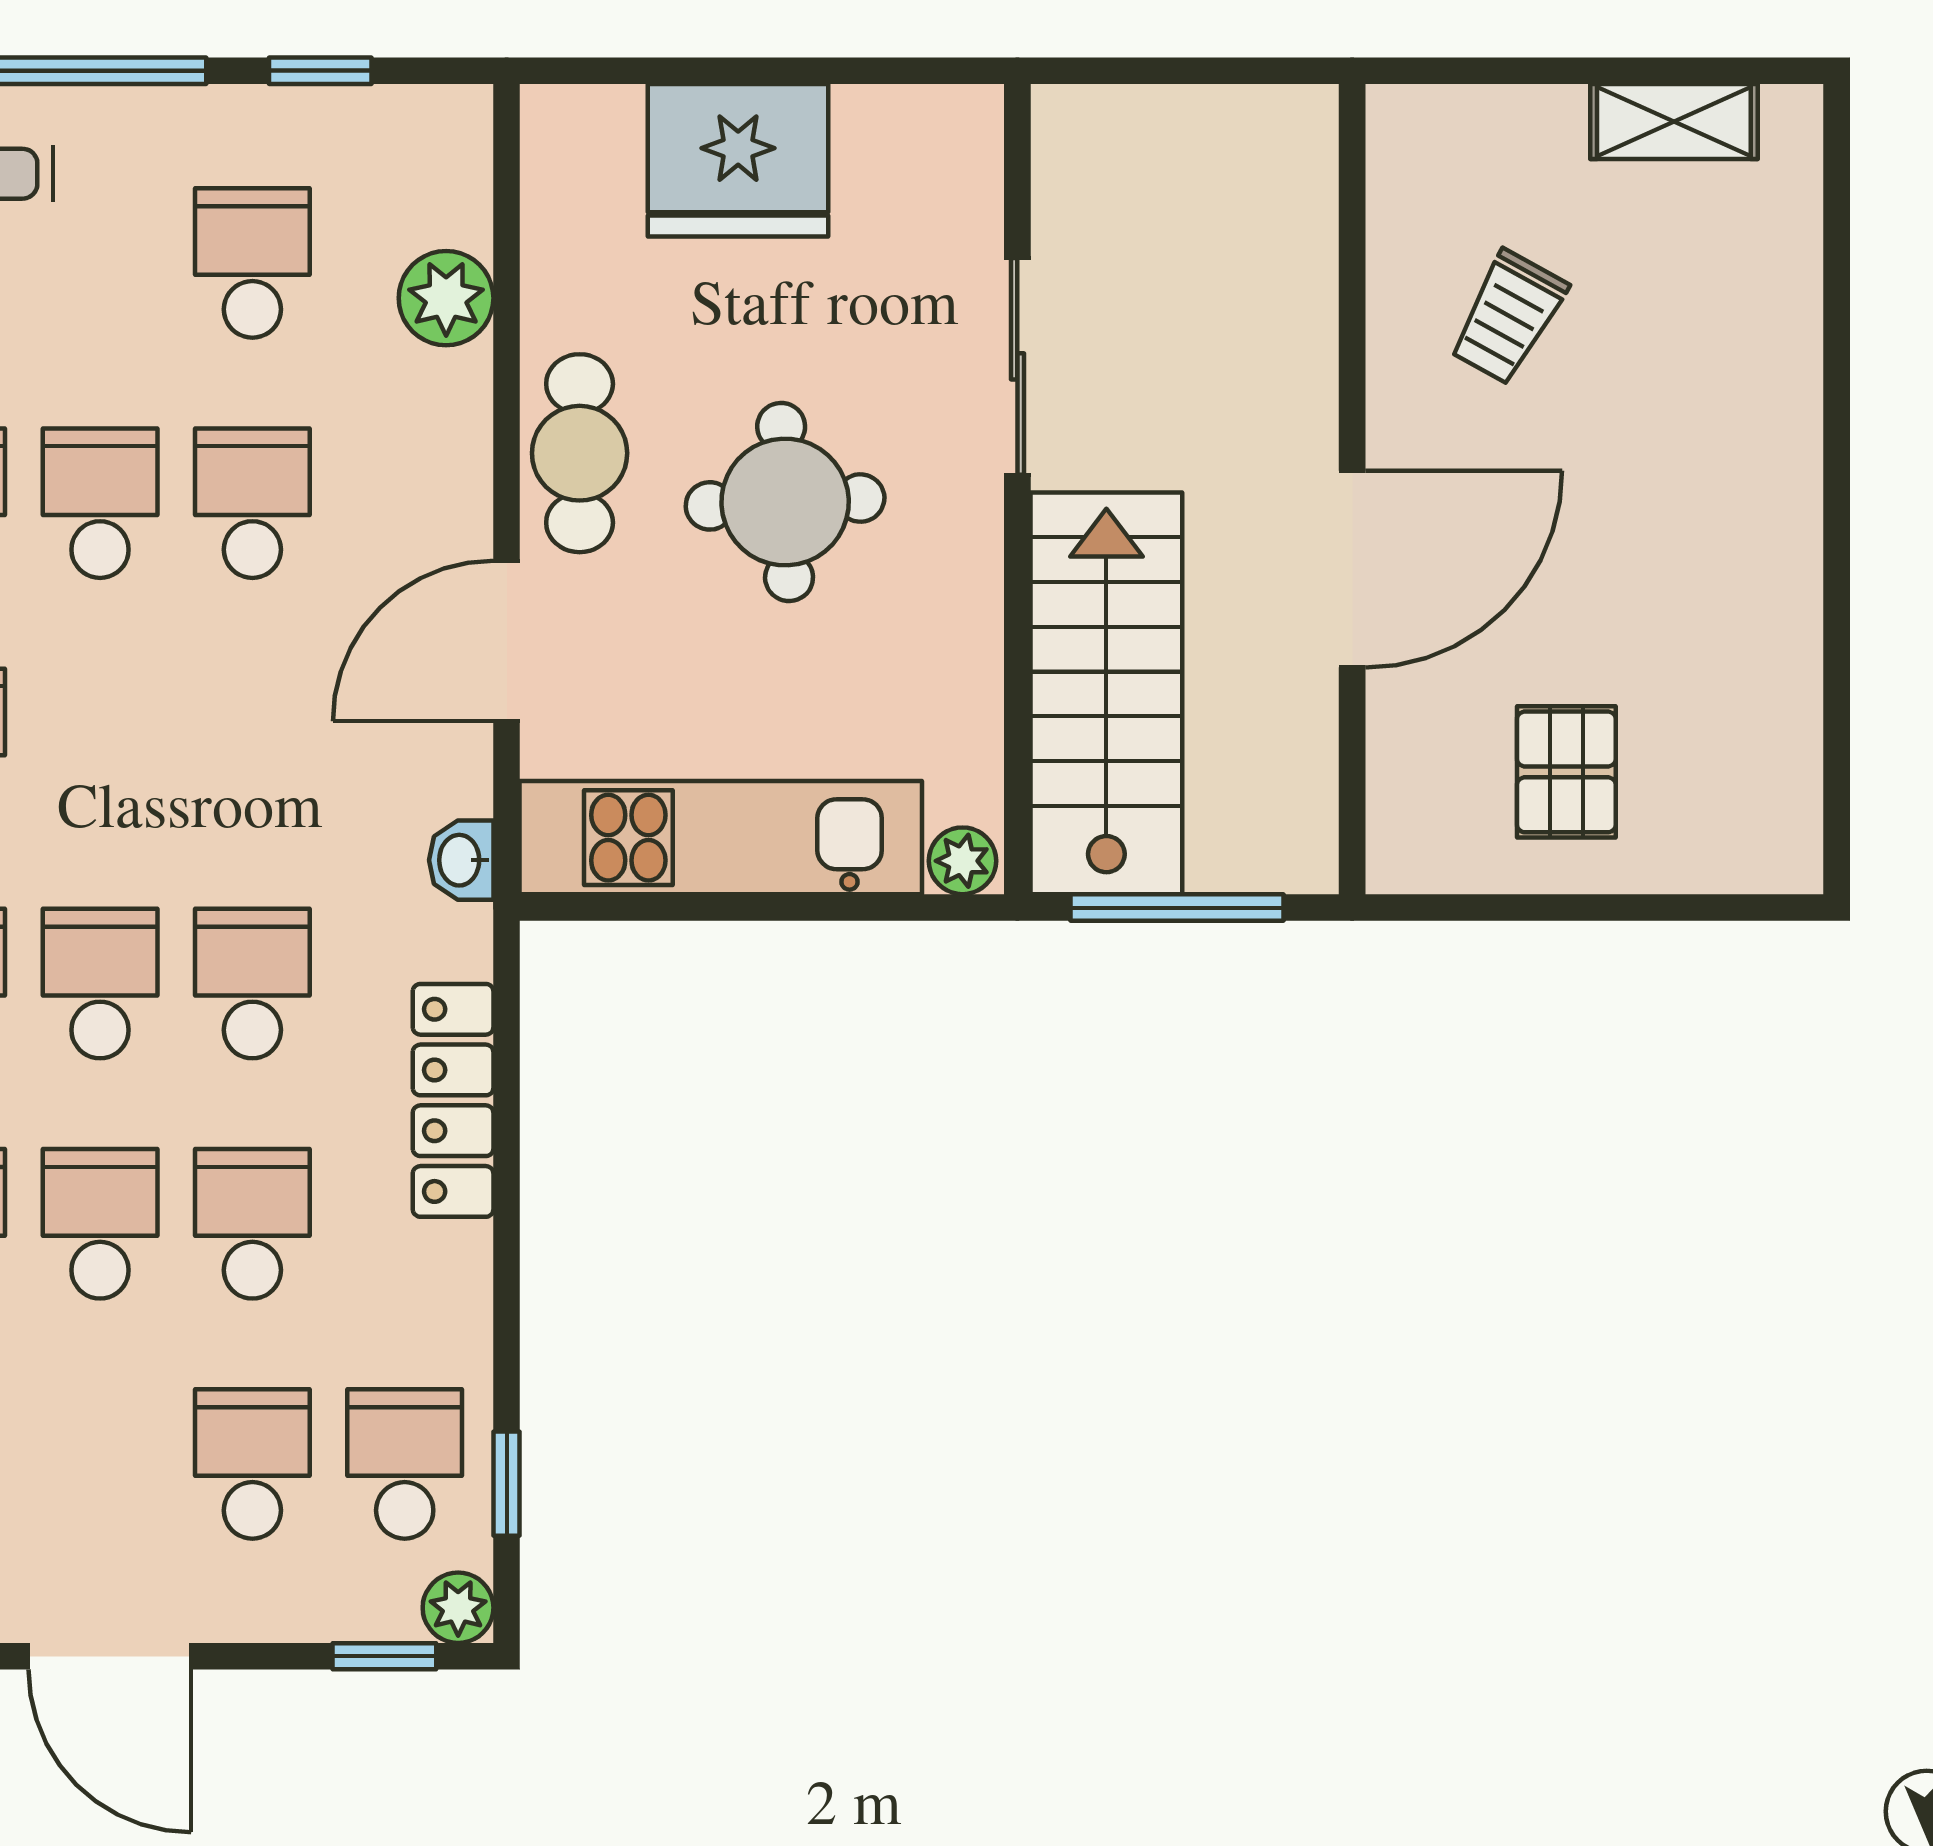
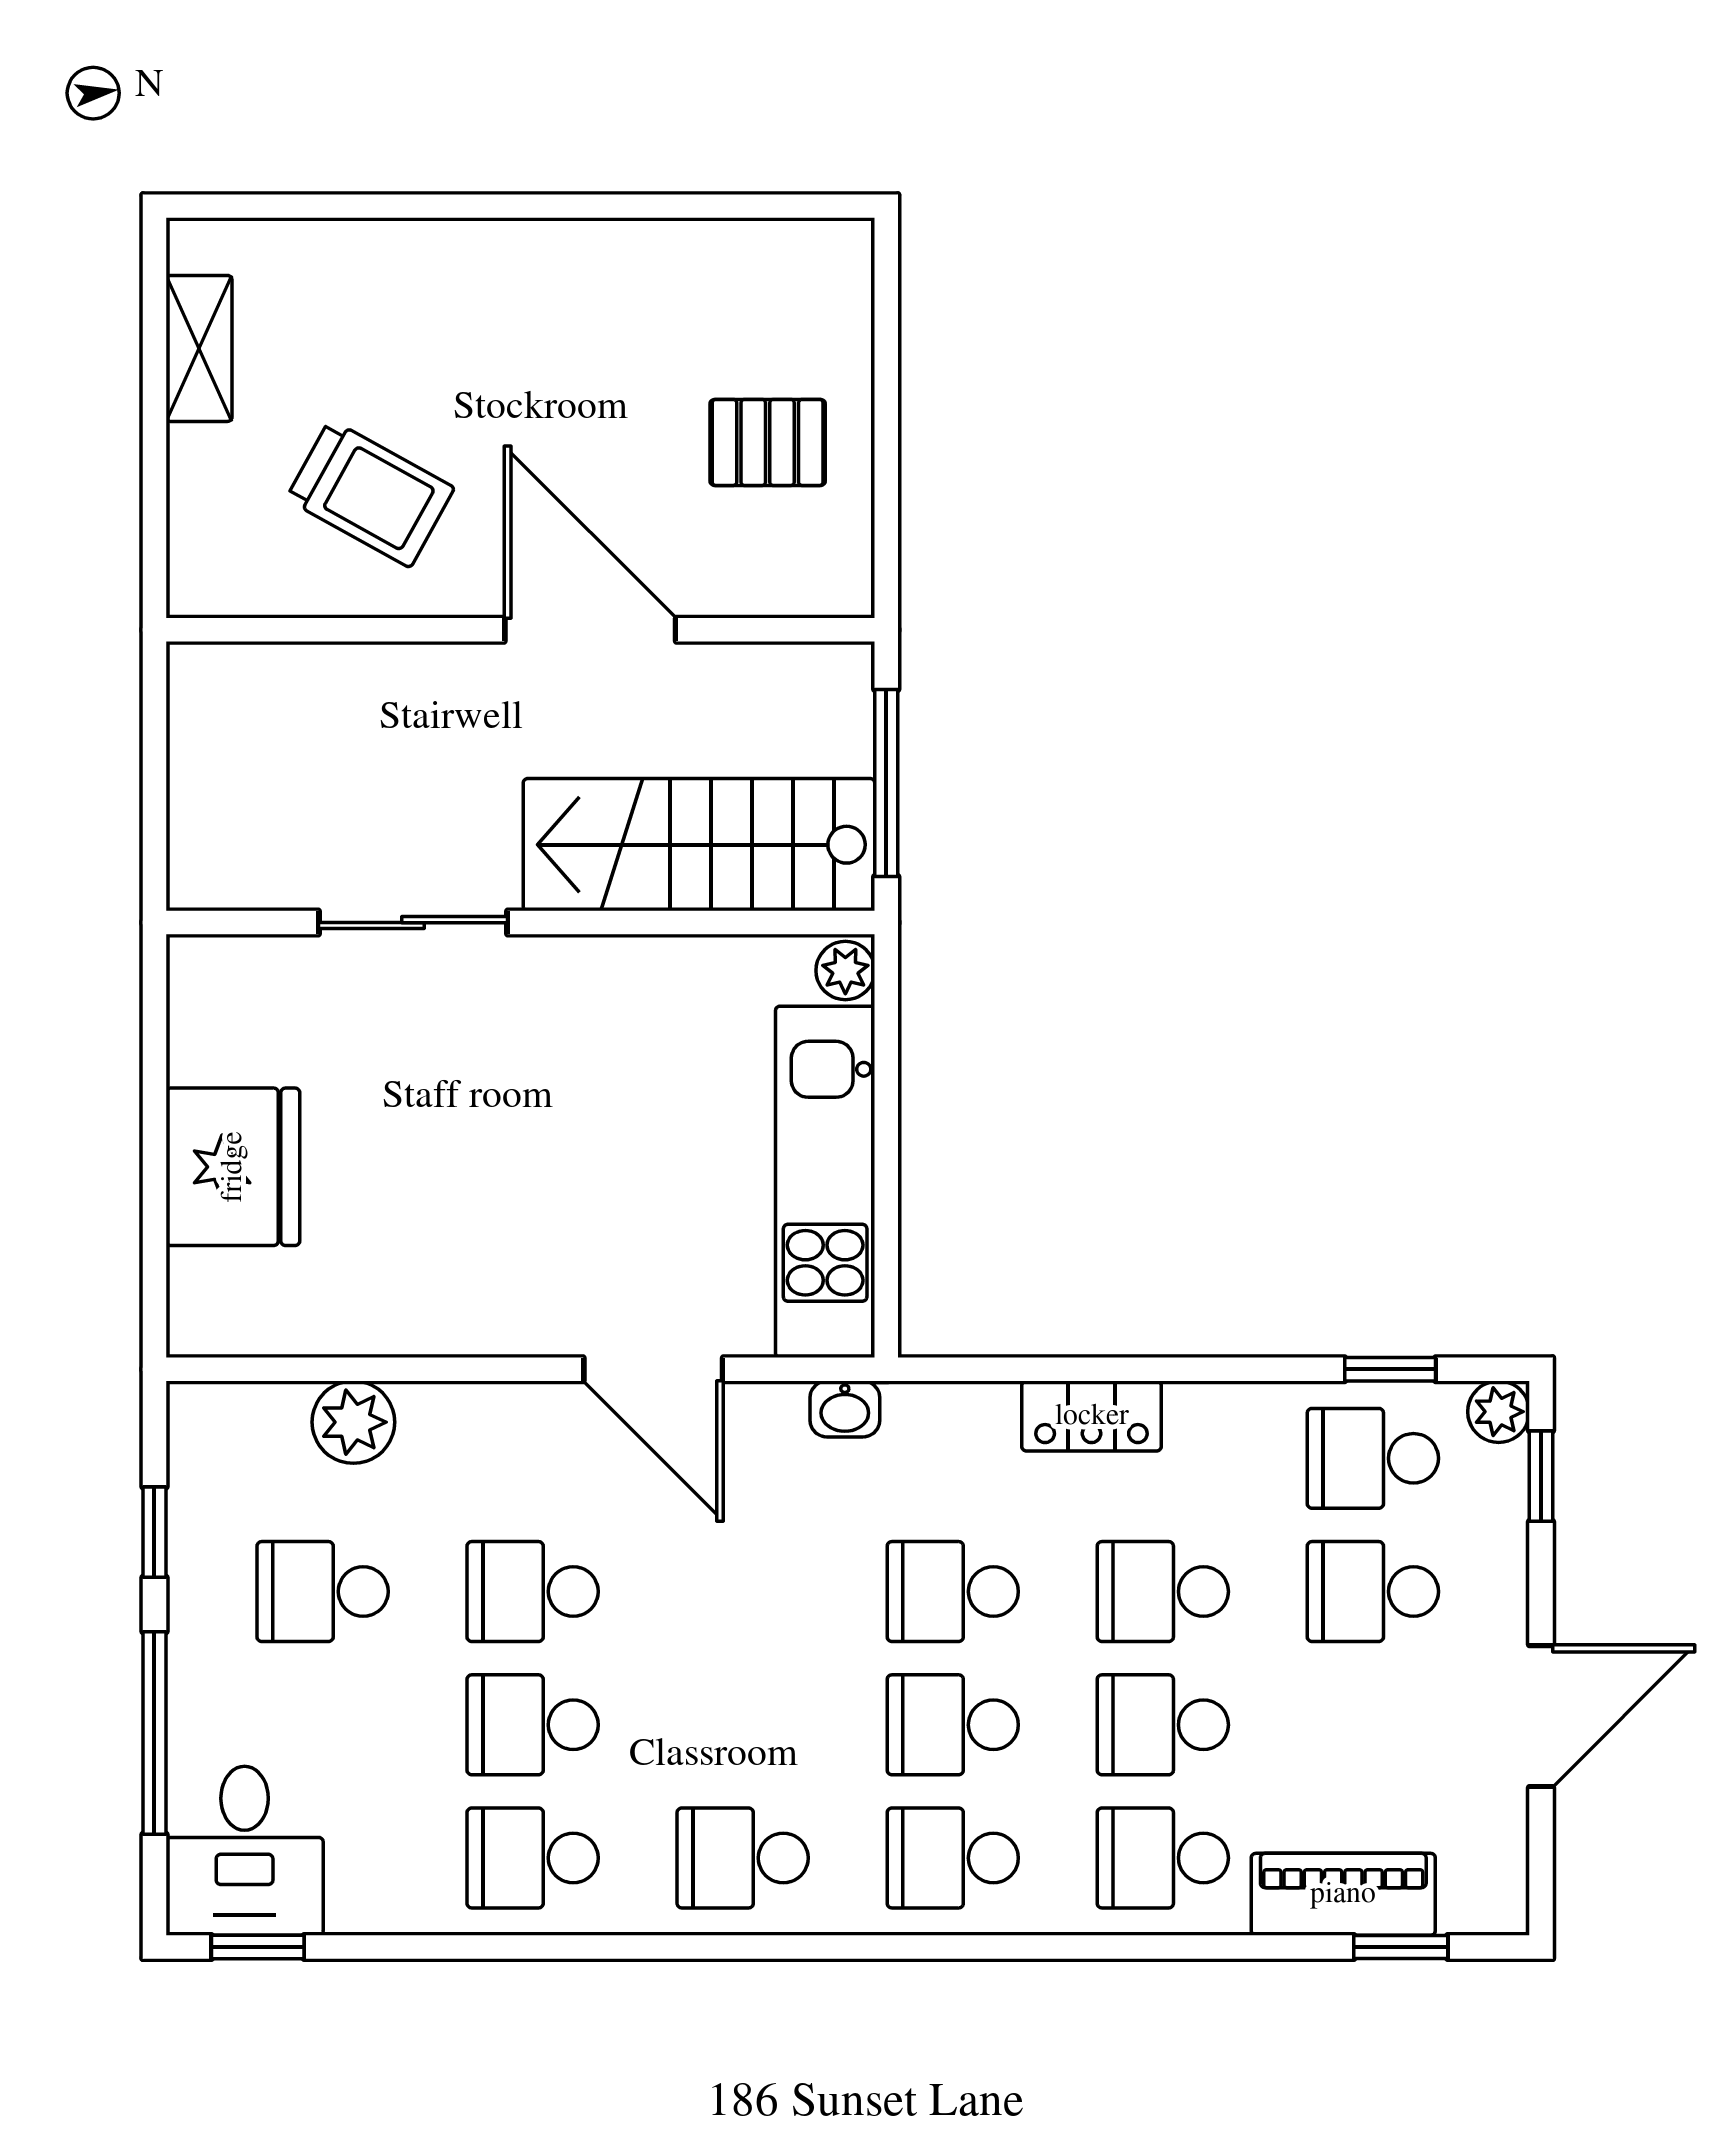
trolley: (1508, 317) -> (370, 493), width x1.36, depth x1.39
cafe table: (580, 453) -> (489, 1305), removed
round table: (785, 502) -> (532, 1126), removed
locker: (453, 1100) -> (1092, 1416), width x0.66

